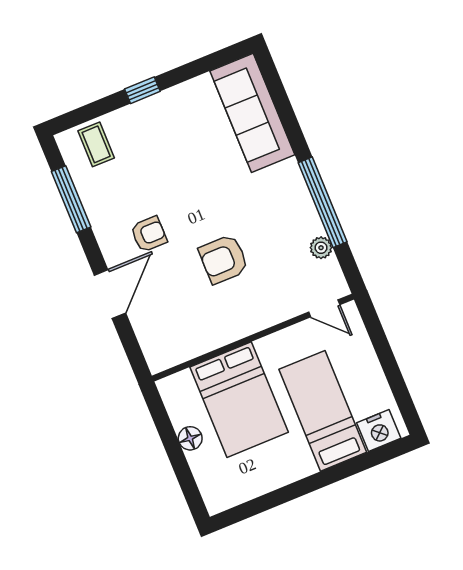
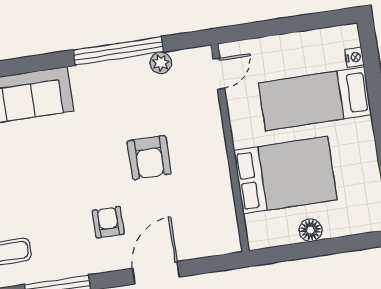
door: (110, 294) -> (156, 273), hinge flipped
nightstand: (379, 431) -> (354, 57), width x0.53, depth x0.56

